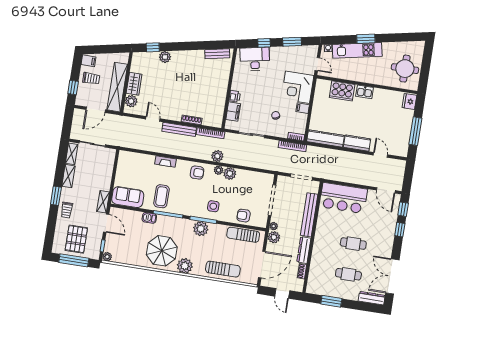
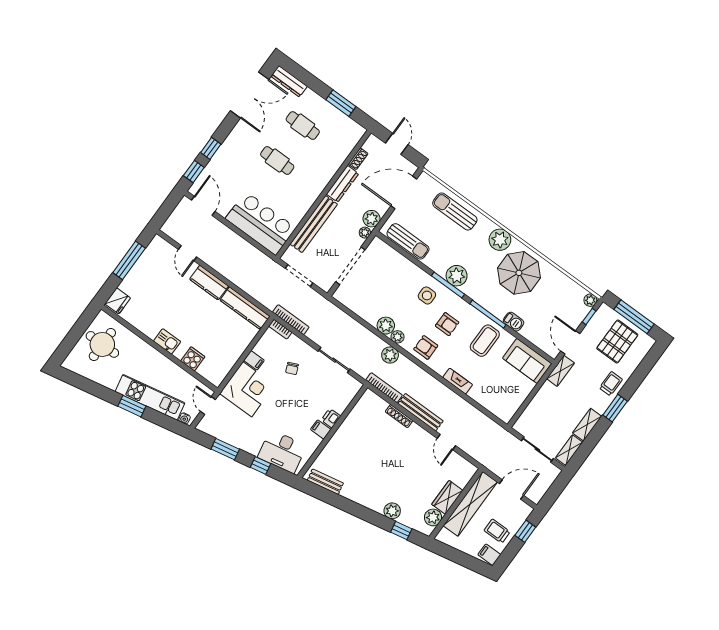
cooker: (342, 91) -> (193, 359), width x0.53, depth x0.76
plant: (131, 101) -> (433, 517), moved
filing cabinet: (233, 112) -> (321, 429), moved, width x0.50
armchair: (244, 216) -> (447, 324), moved

